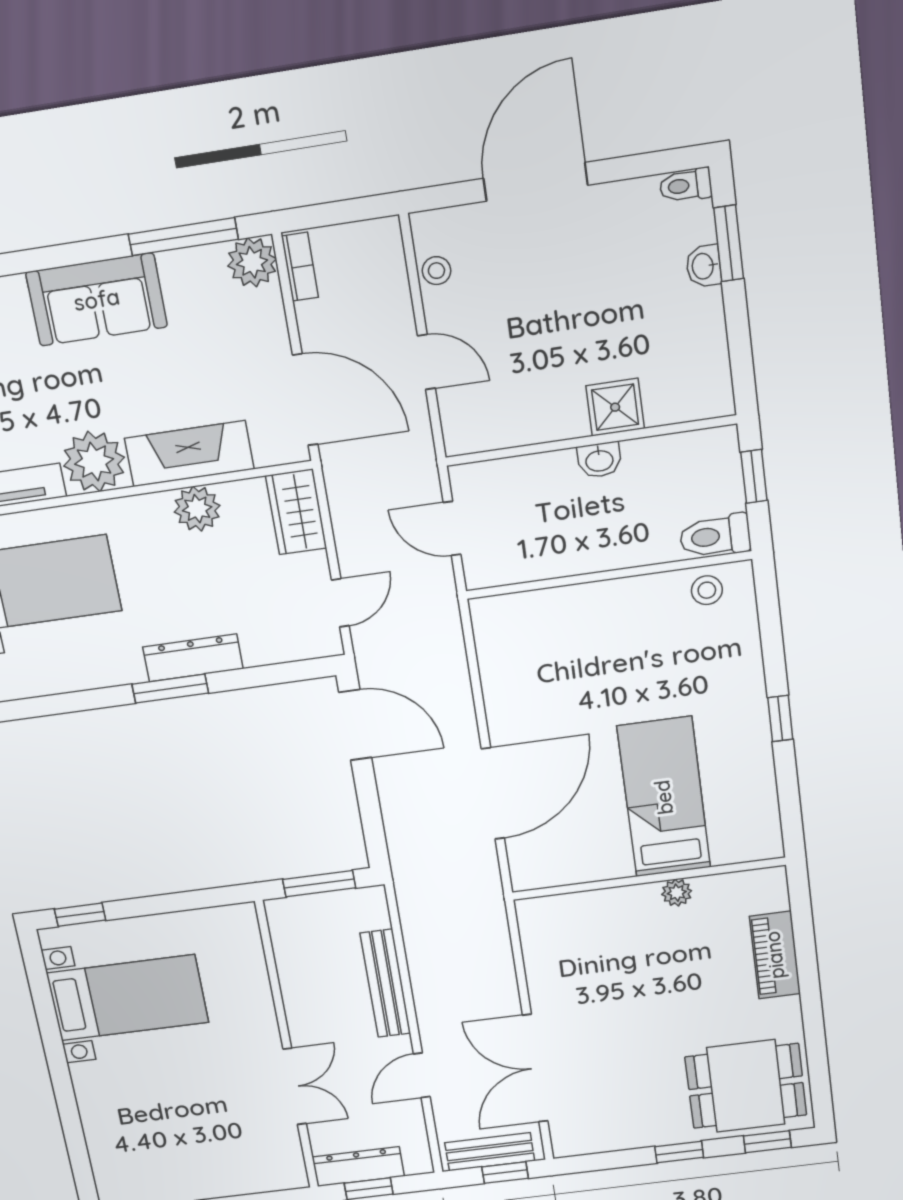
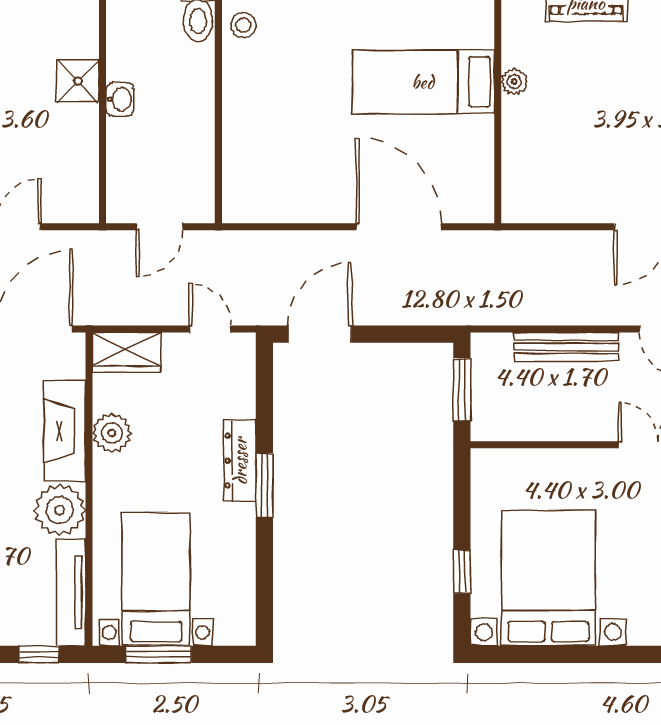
window: (80, 915) -> (462, 572), moved
bed with nightstands: (128, 998) -> (548, 578), width x1.36

